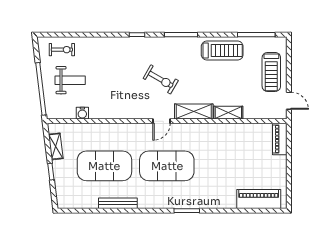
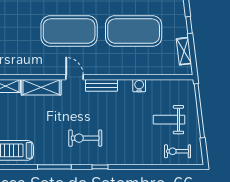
exercise bike: (161, 79) -> (85, 138), moved, turned -30
water cooler: (82, 113) -> (139, 86), moved
bench: (136, 113) -> (101, 85), added
door: (162, 121) -> (74, 77), hinge flipped

